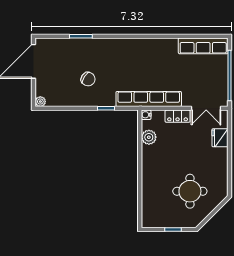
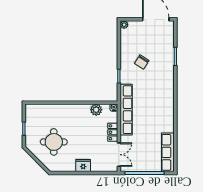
double door: (206, 108) -> (119, 155), swing flipped
fridge: (220, 138) -> (83, 166), moved

